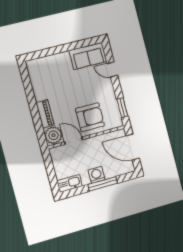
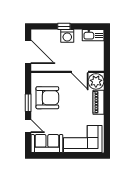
corner sofa: (51, 70) -> (83, 139), added
window: (122, 108) -> (28, 103), moved
armchair: (90, 117) -> (47, 98), moved, turned 180
window: (103, 184) -> (64, 26), width x0.46

